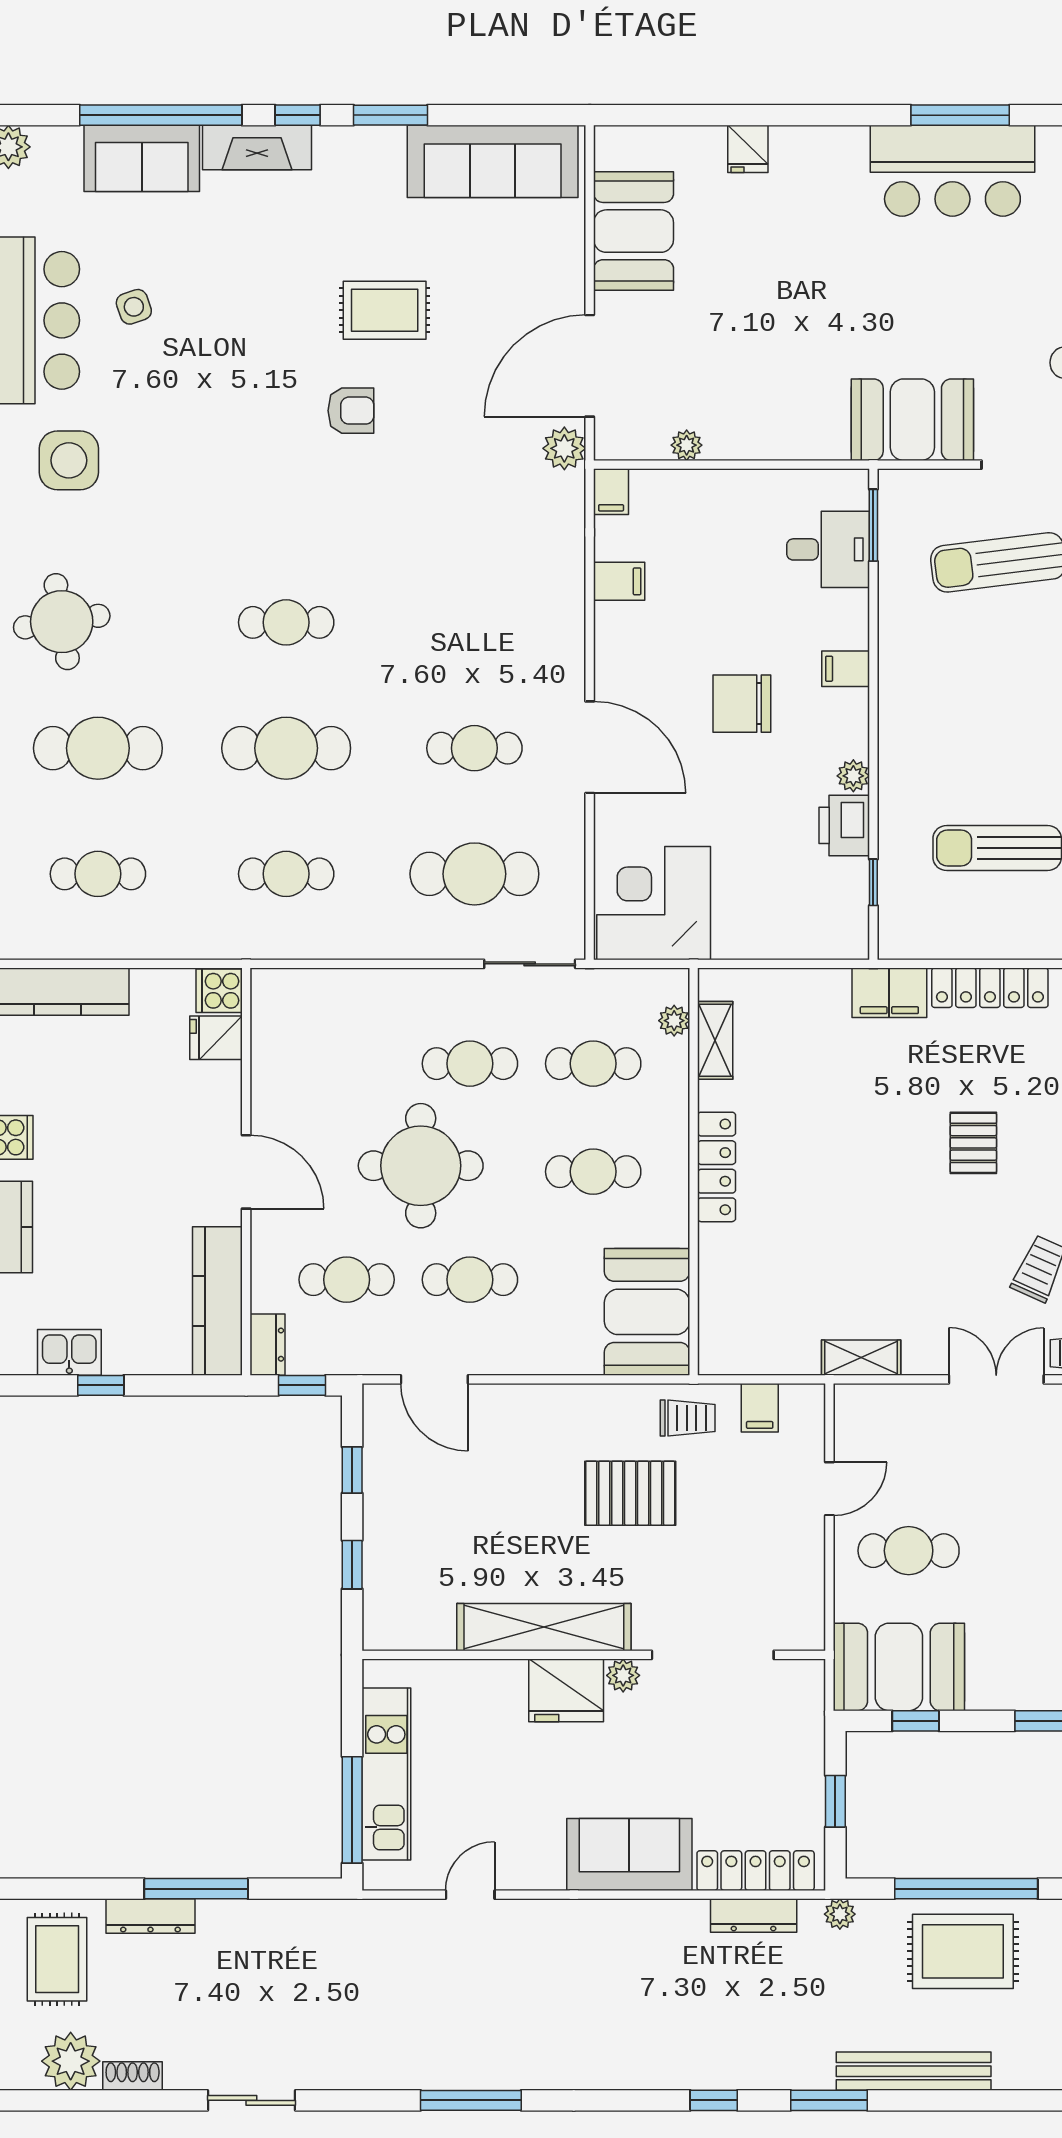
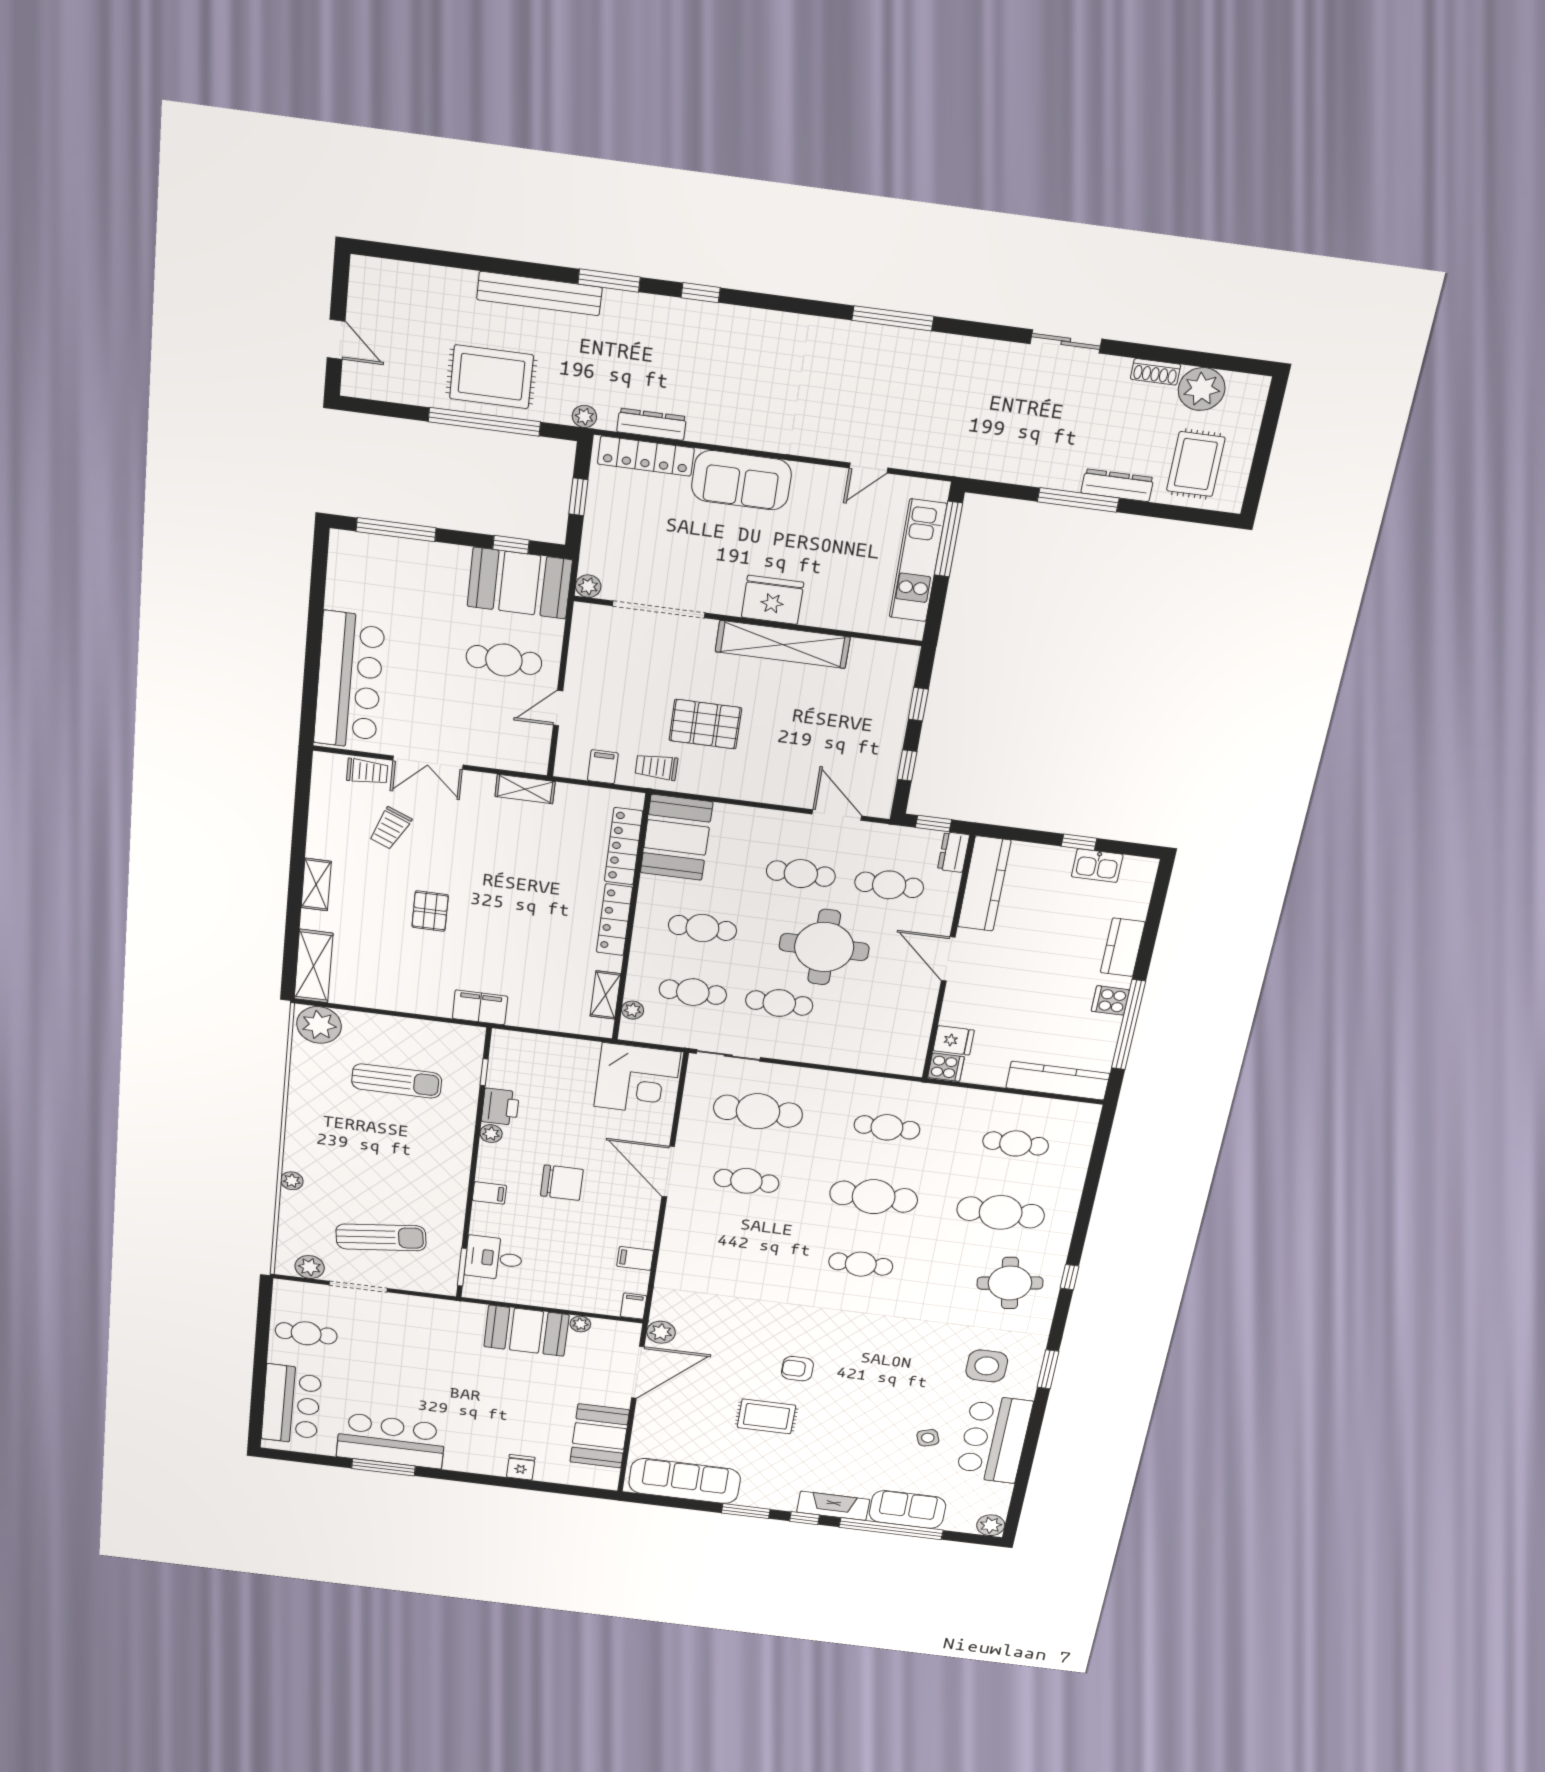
booth: (912, 420) -> (526, 1331), moved
locker: (990, 988) -> (624, 846), moved, turned -90
plant: (623, 1675) -> (588, 586), moved

